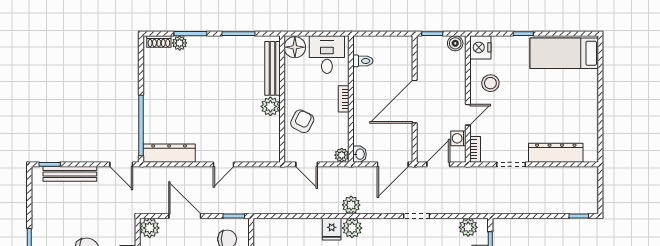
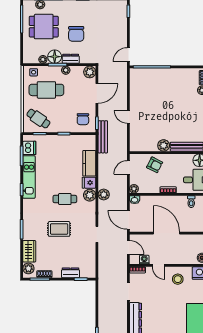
dresser: (169, 153) -> (135, 84), removed
bench: (70, 174) -> (103, 137), moved
plant: (468, 227) -> (90, 266), removed
kitchen counter: (300, 229) -> (89, 163), added

